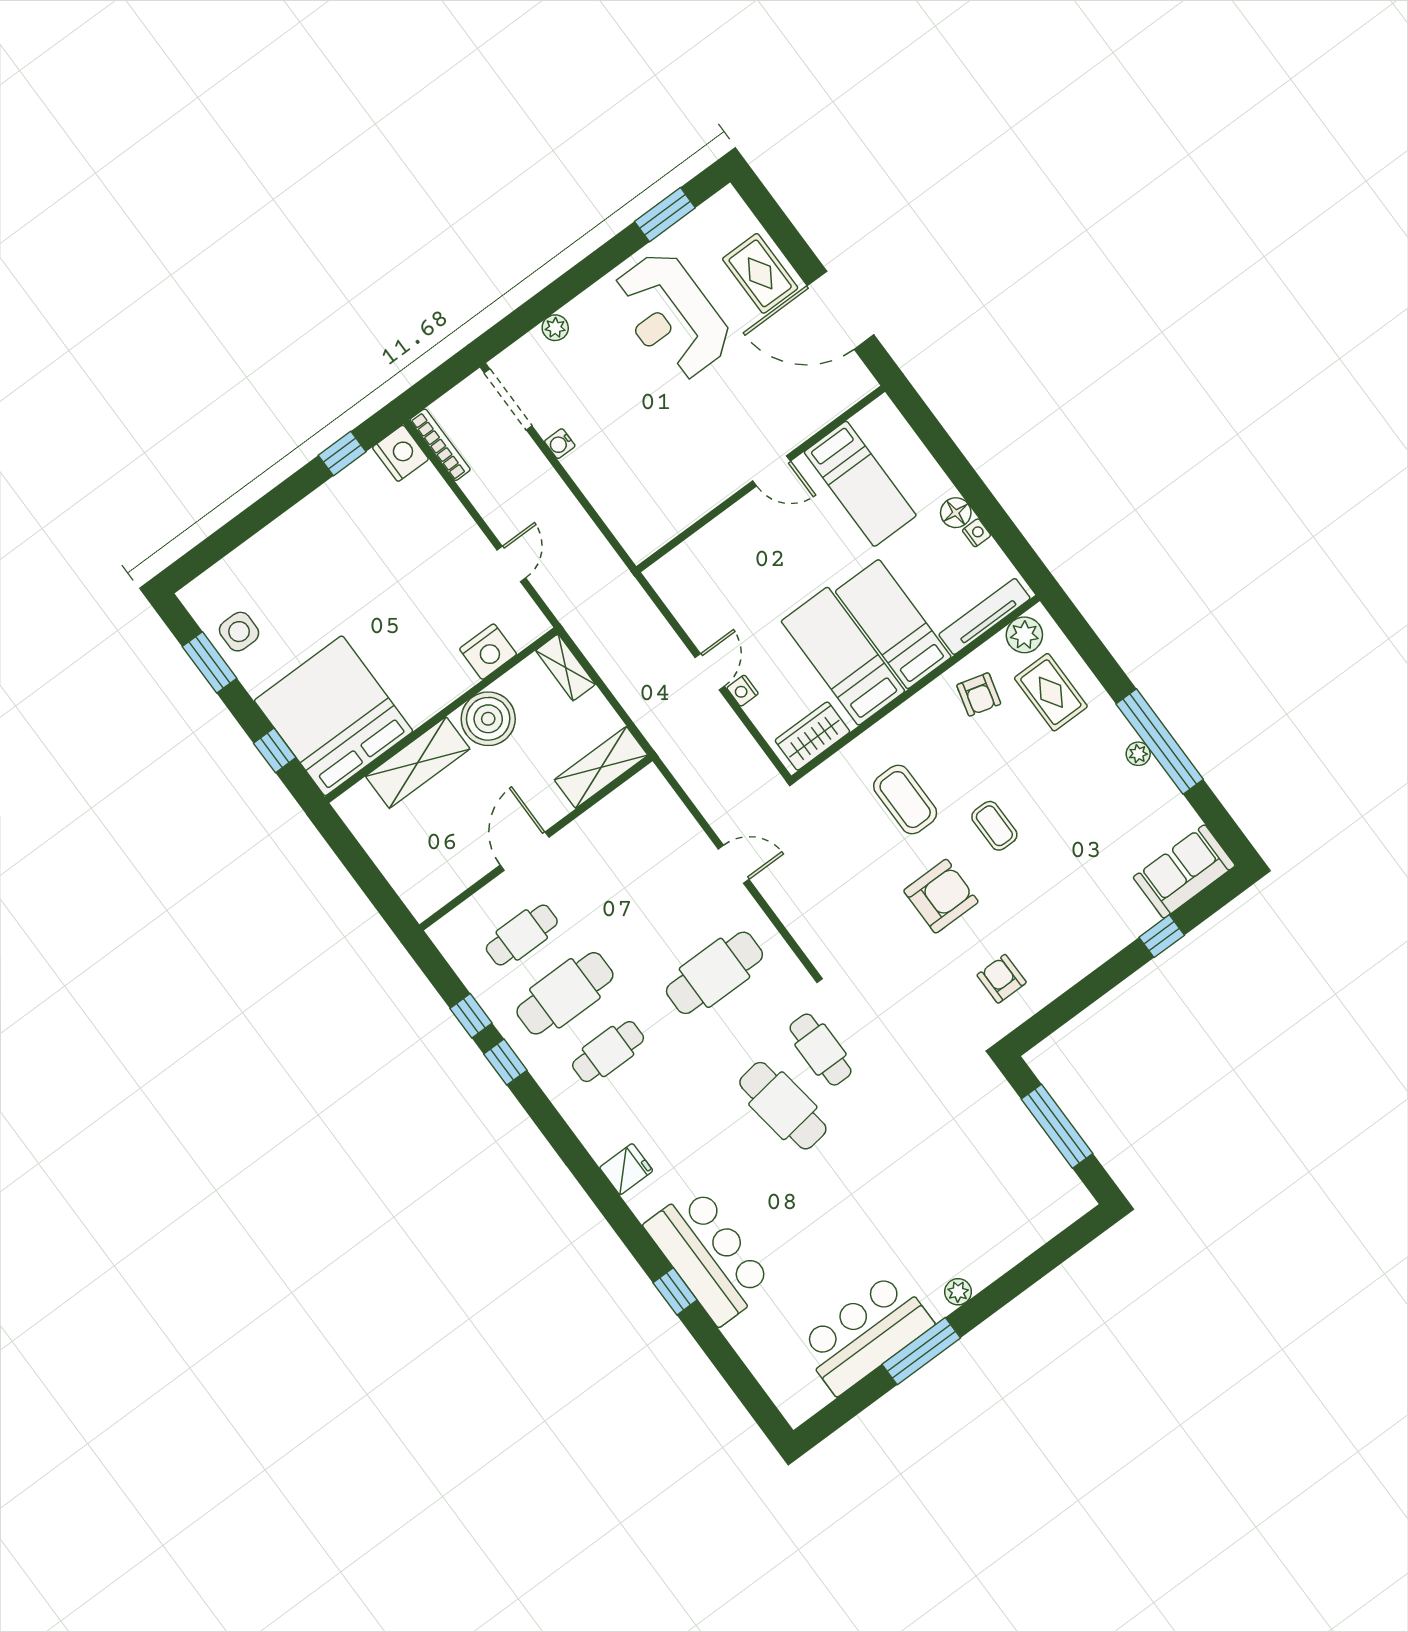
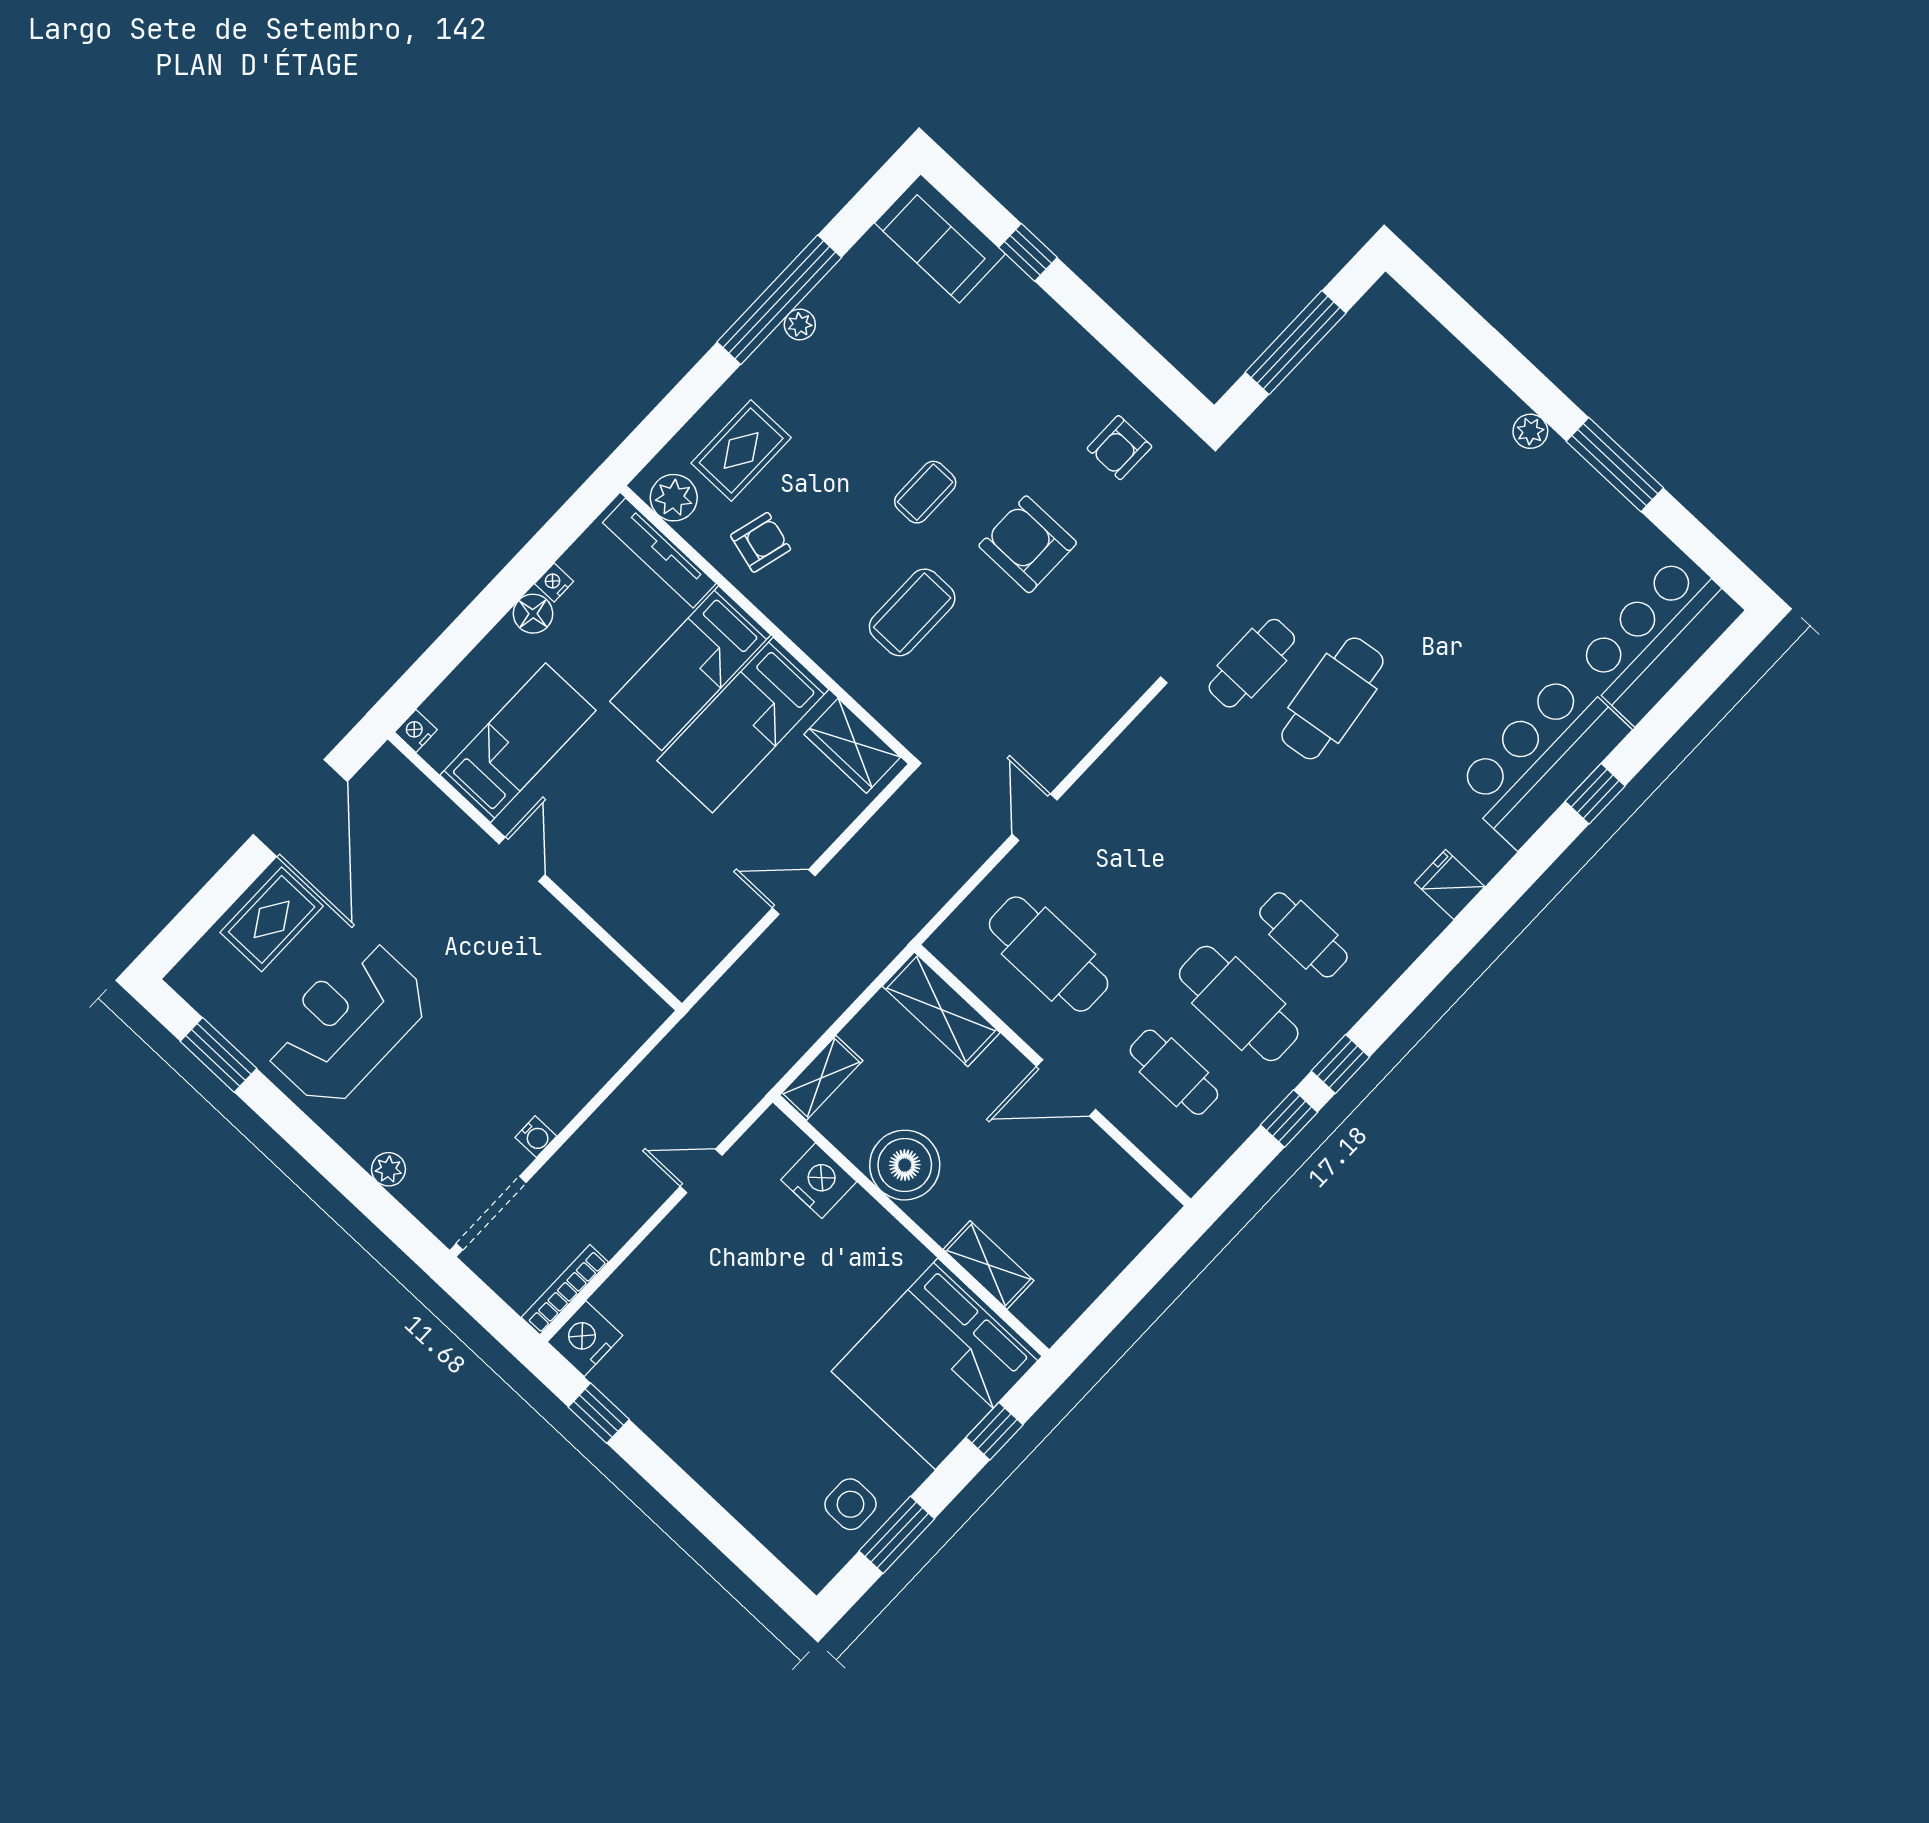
reception desk: (671, 316) -> (347, 1023), turned 180
nightstand: (743, 691) -> (416, 731), moved, turned 180
shelving: (418, 763) -> (989, 1265), width x0.67, depth x0.75
cafe table: (714, 973) -> (1049, 954), moved
bar counter: (866, 1334) -> (1658, 638), moved, turned 90

